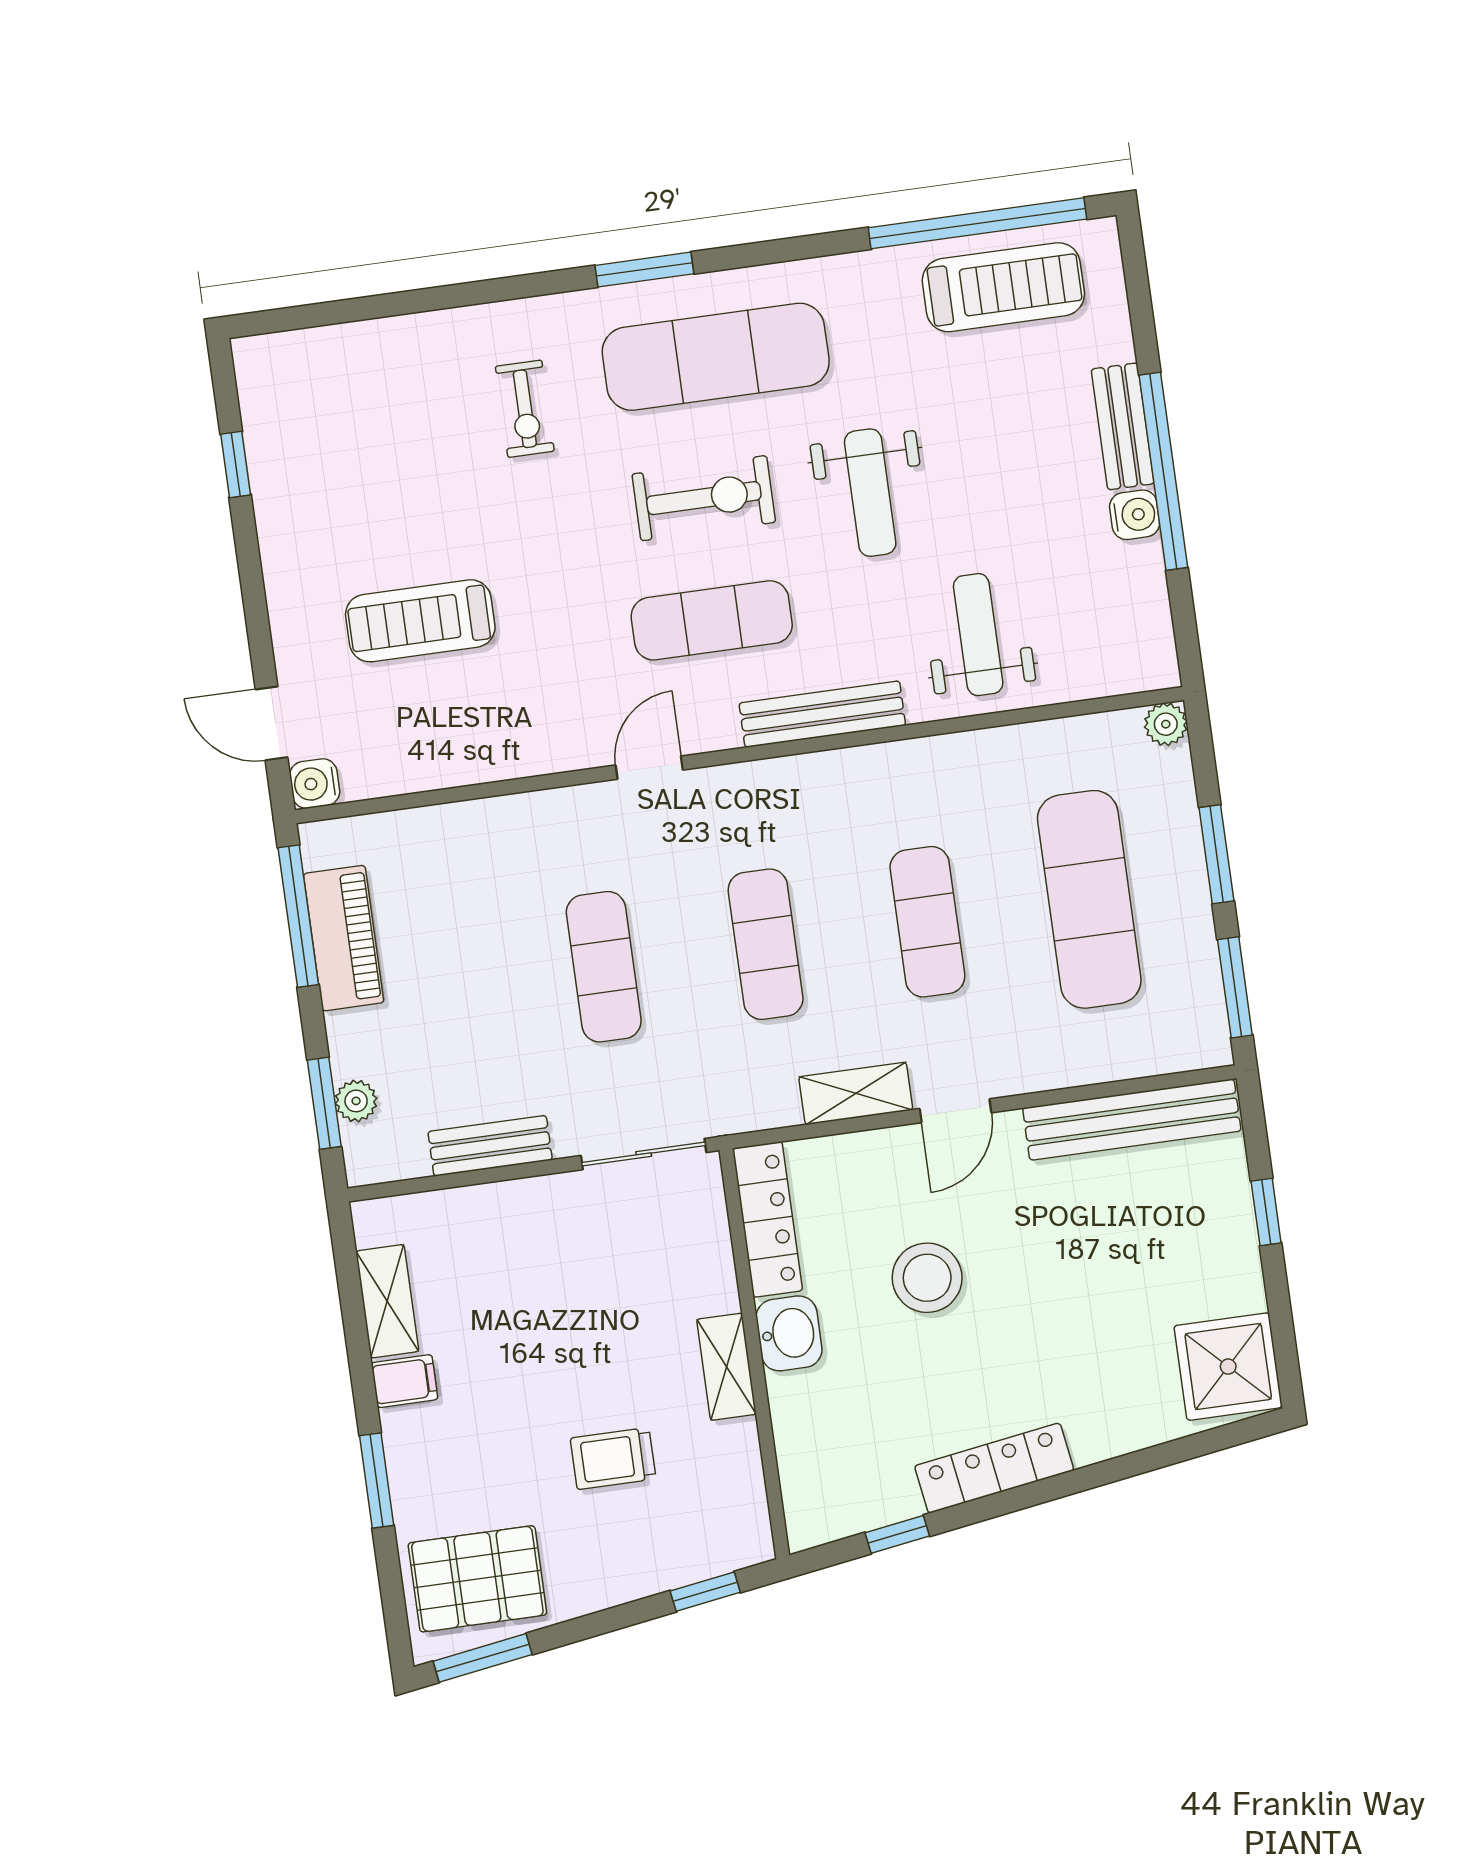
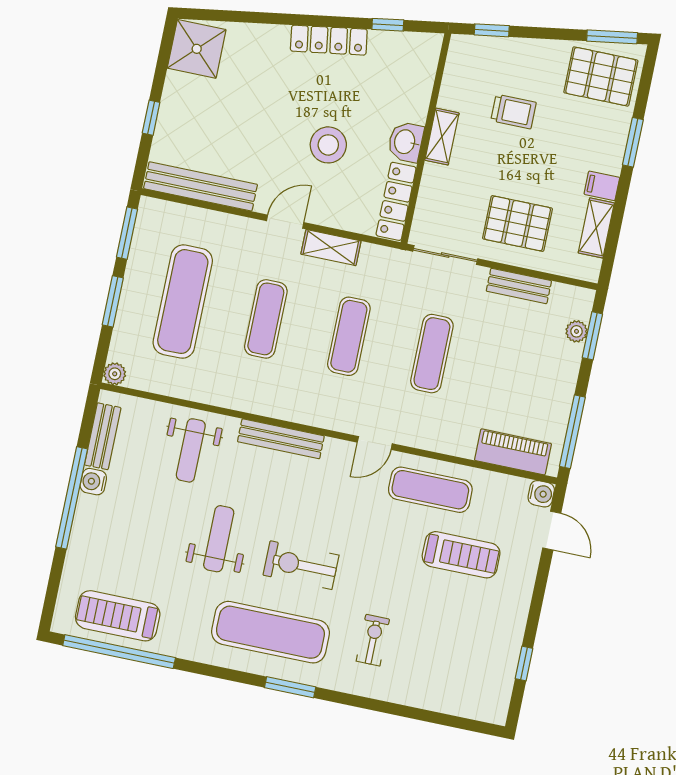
bench: (1123, 426) -> (103, 436), moved
exercise mat: (712, 620) -> (430, 490), moved
piano: (344, 938) -> (513, 452), moved, turned 90
pallet: (533, 1258) -> (517, 224), added

